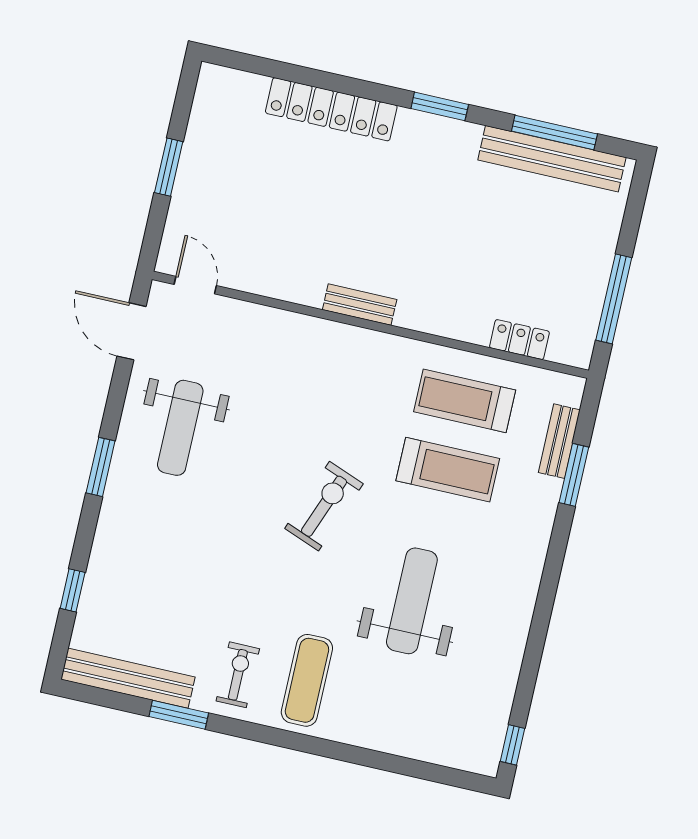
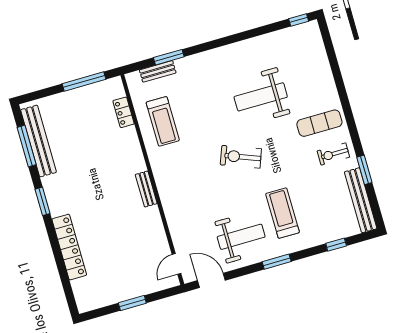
door: (131, 331) -> (211, 280), swing flipped
treadmill: (448, 470) -> (282, 213), moved

